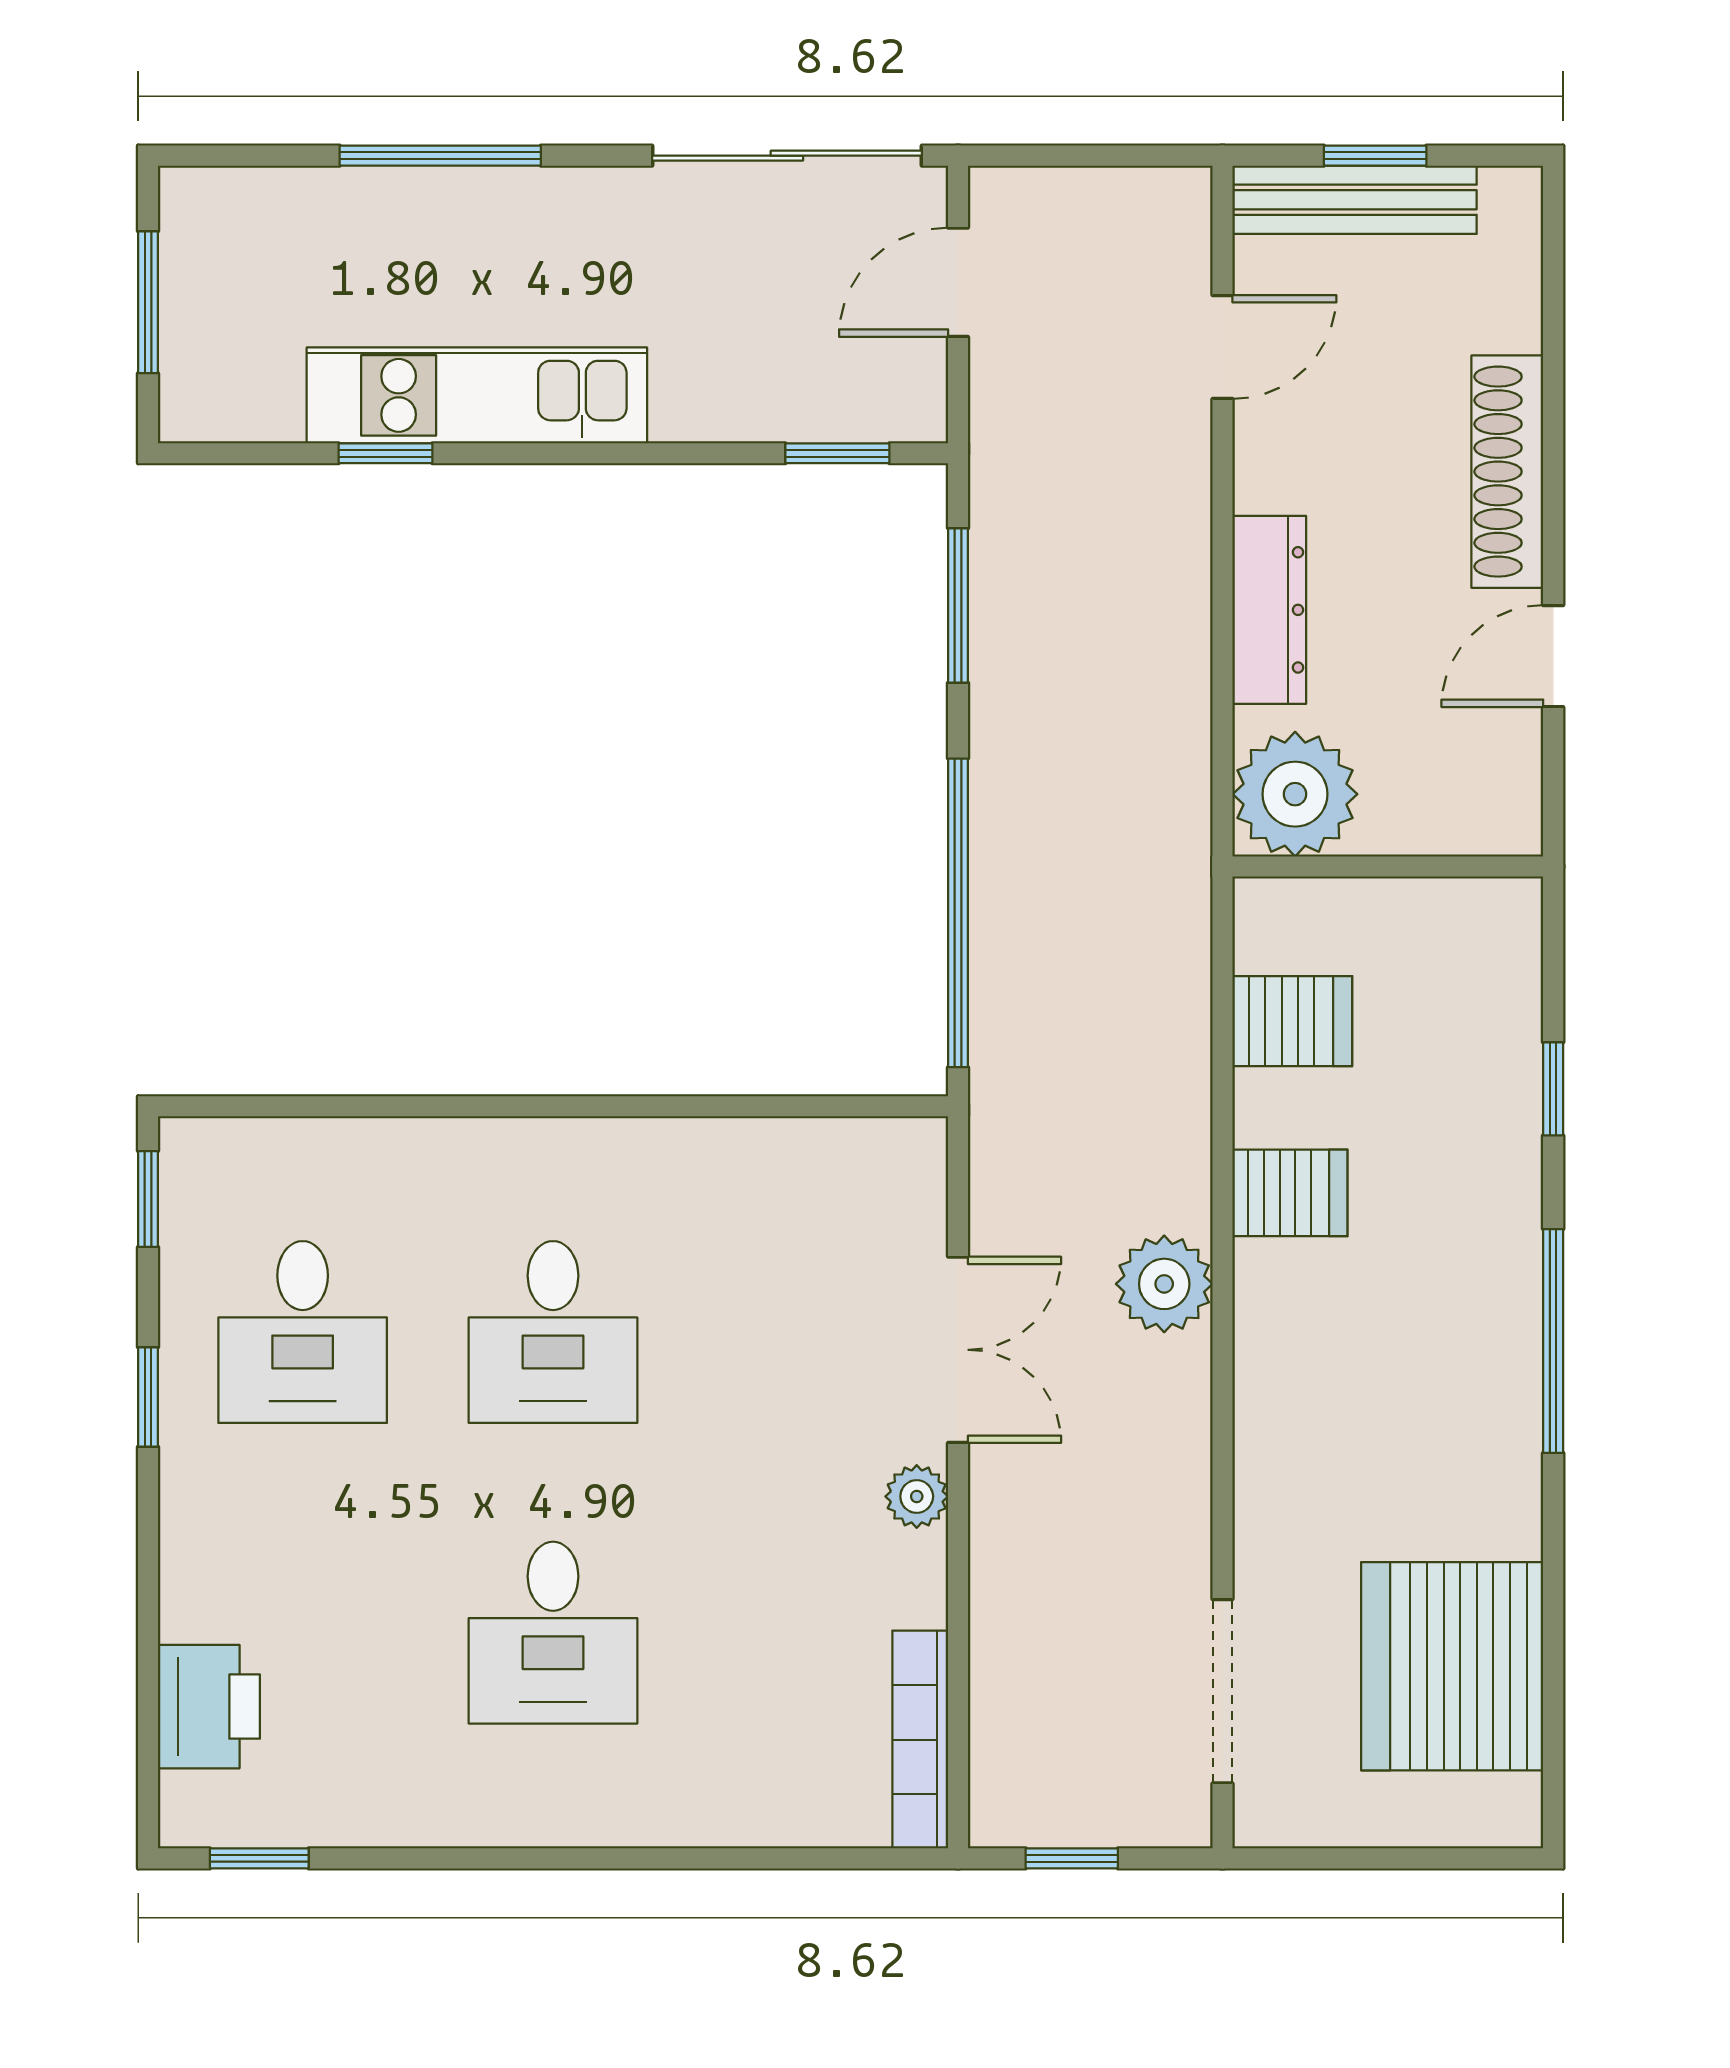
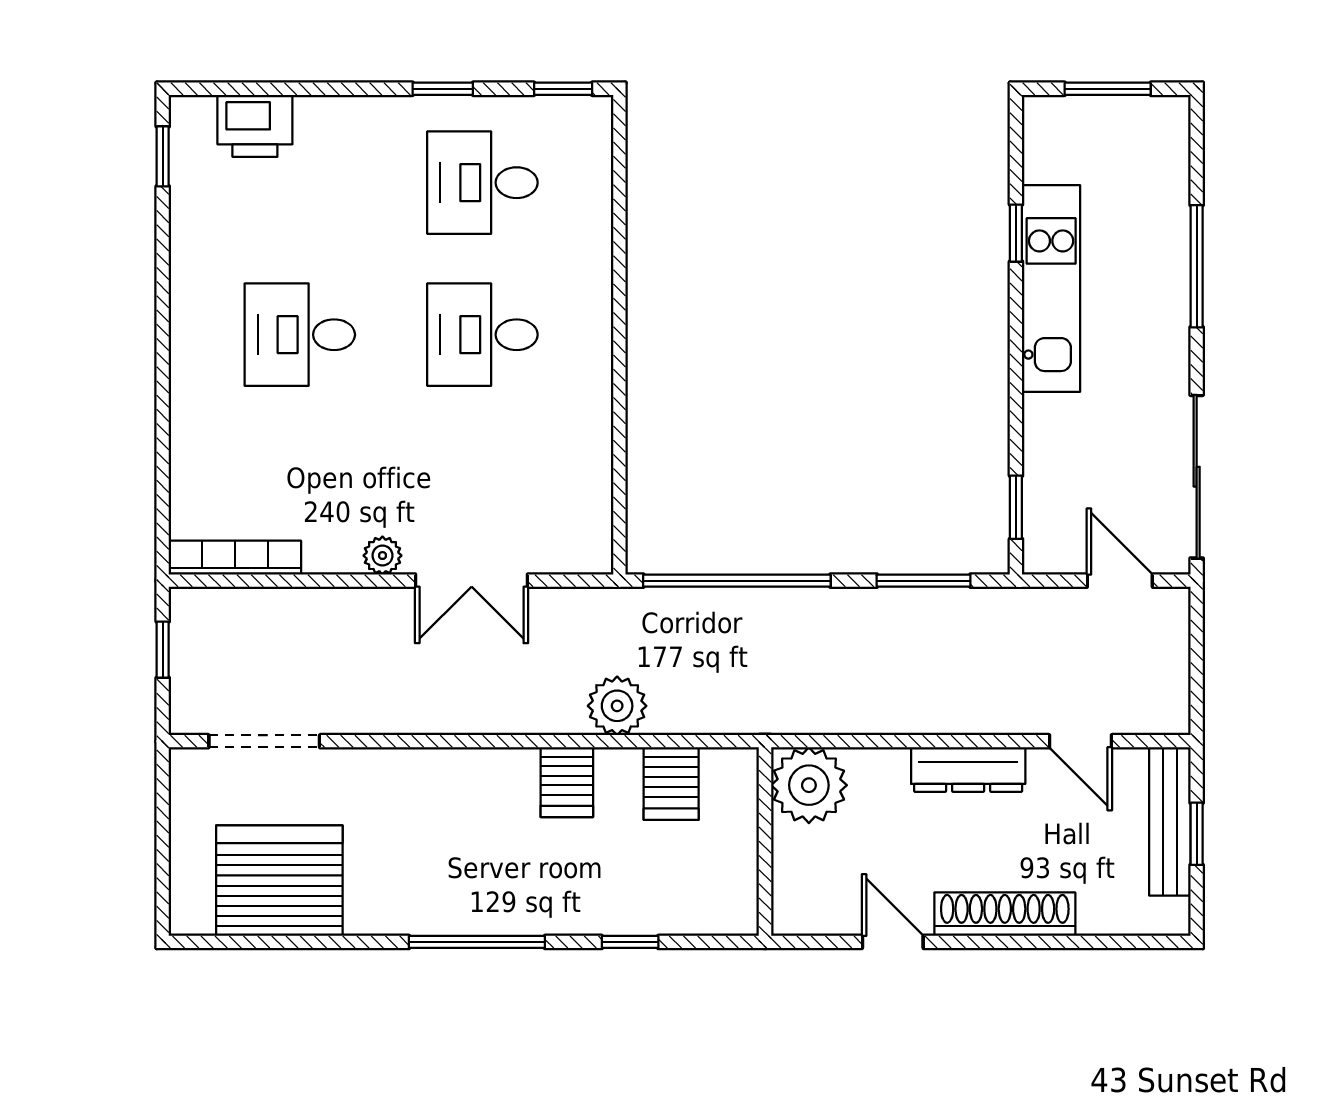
dresser: (1269, 610) -> (968, 770), moved
plant: (1164, 1284) -> (617, 706), moved

